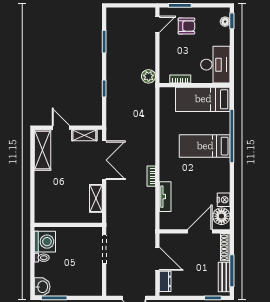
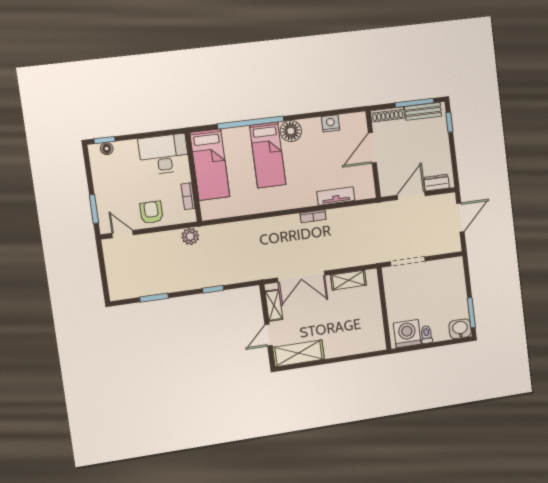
armchair: (186, 26) -> (151, 212), moved
double door: (104, 160) -> (301, 277), swing flipped
floor lamp: (221, 216) -> (291, 131), moved
door: (200, 231) -> (372, 148), hinge flipped

